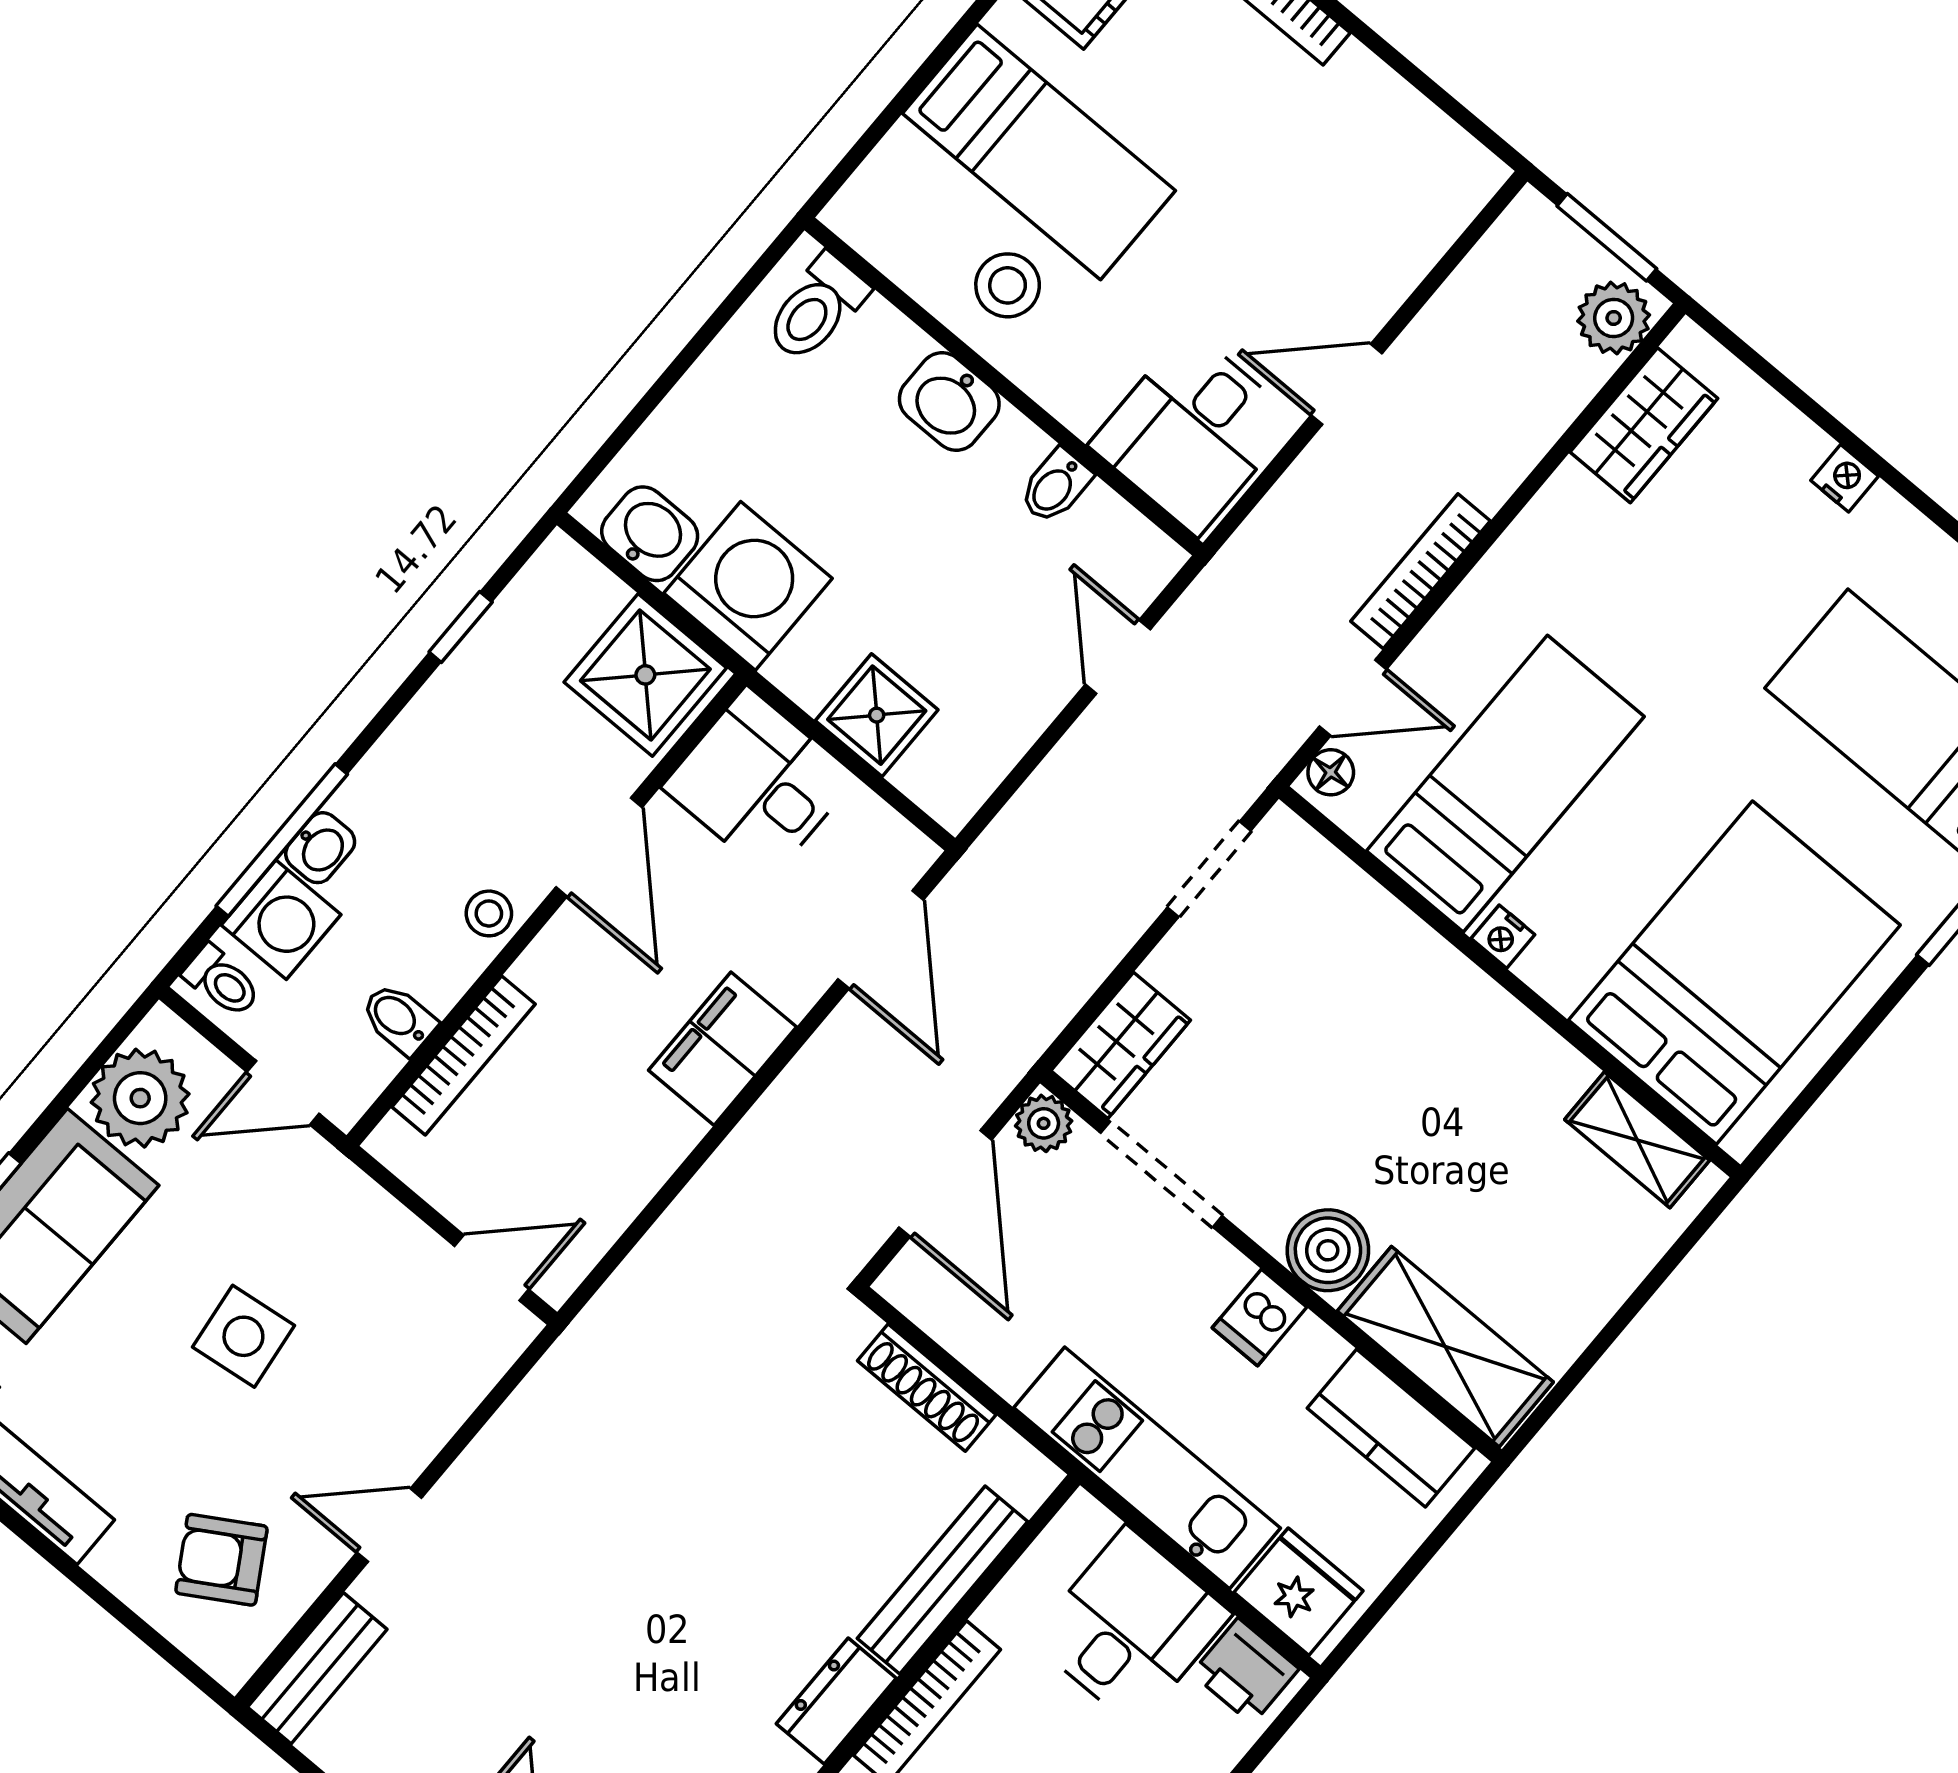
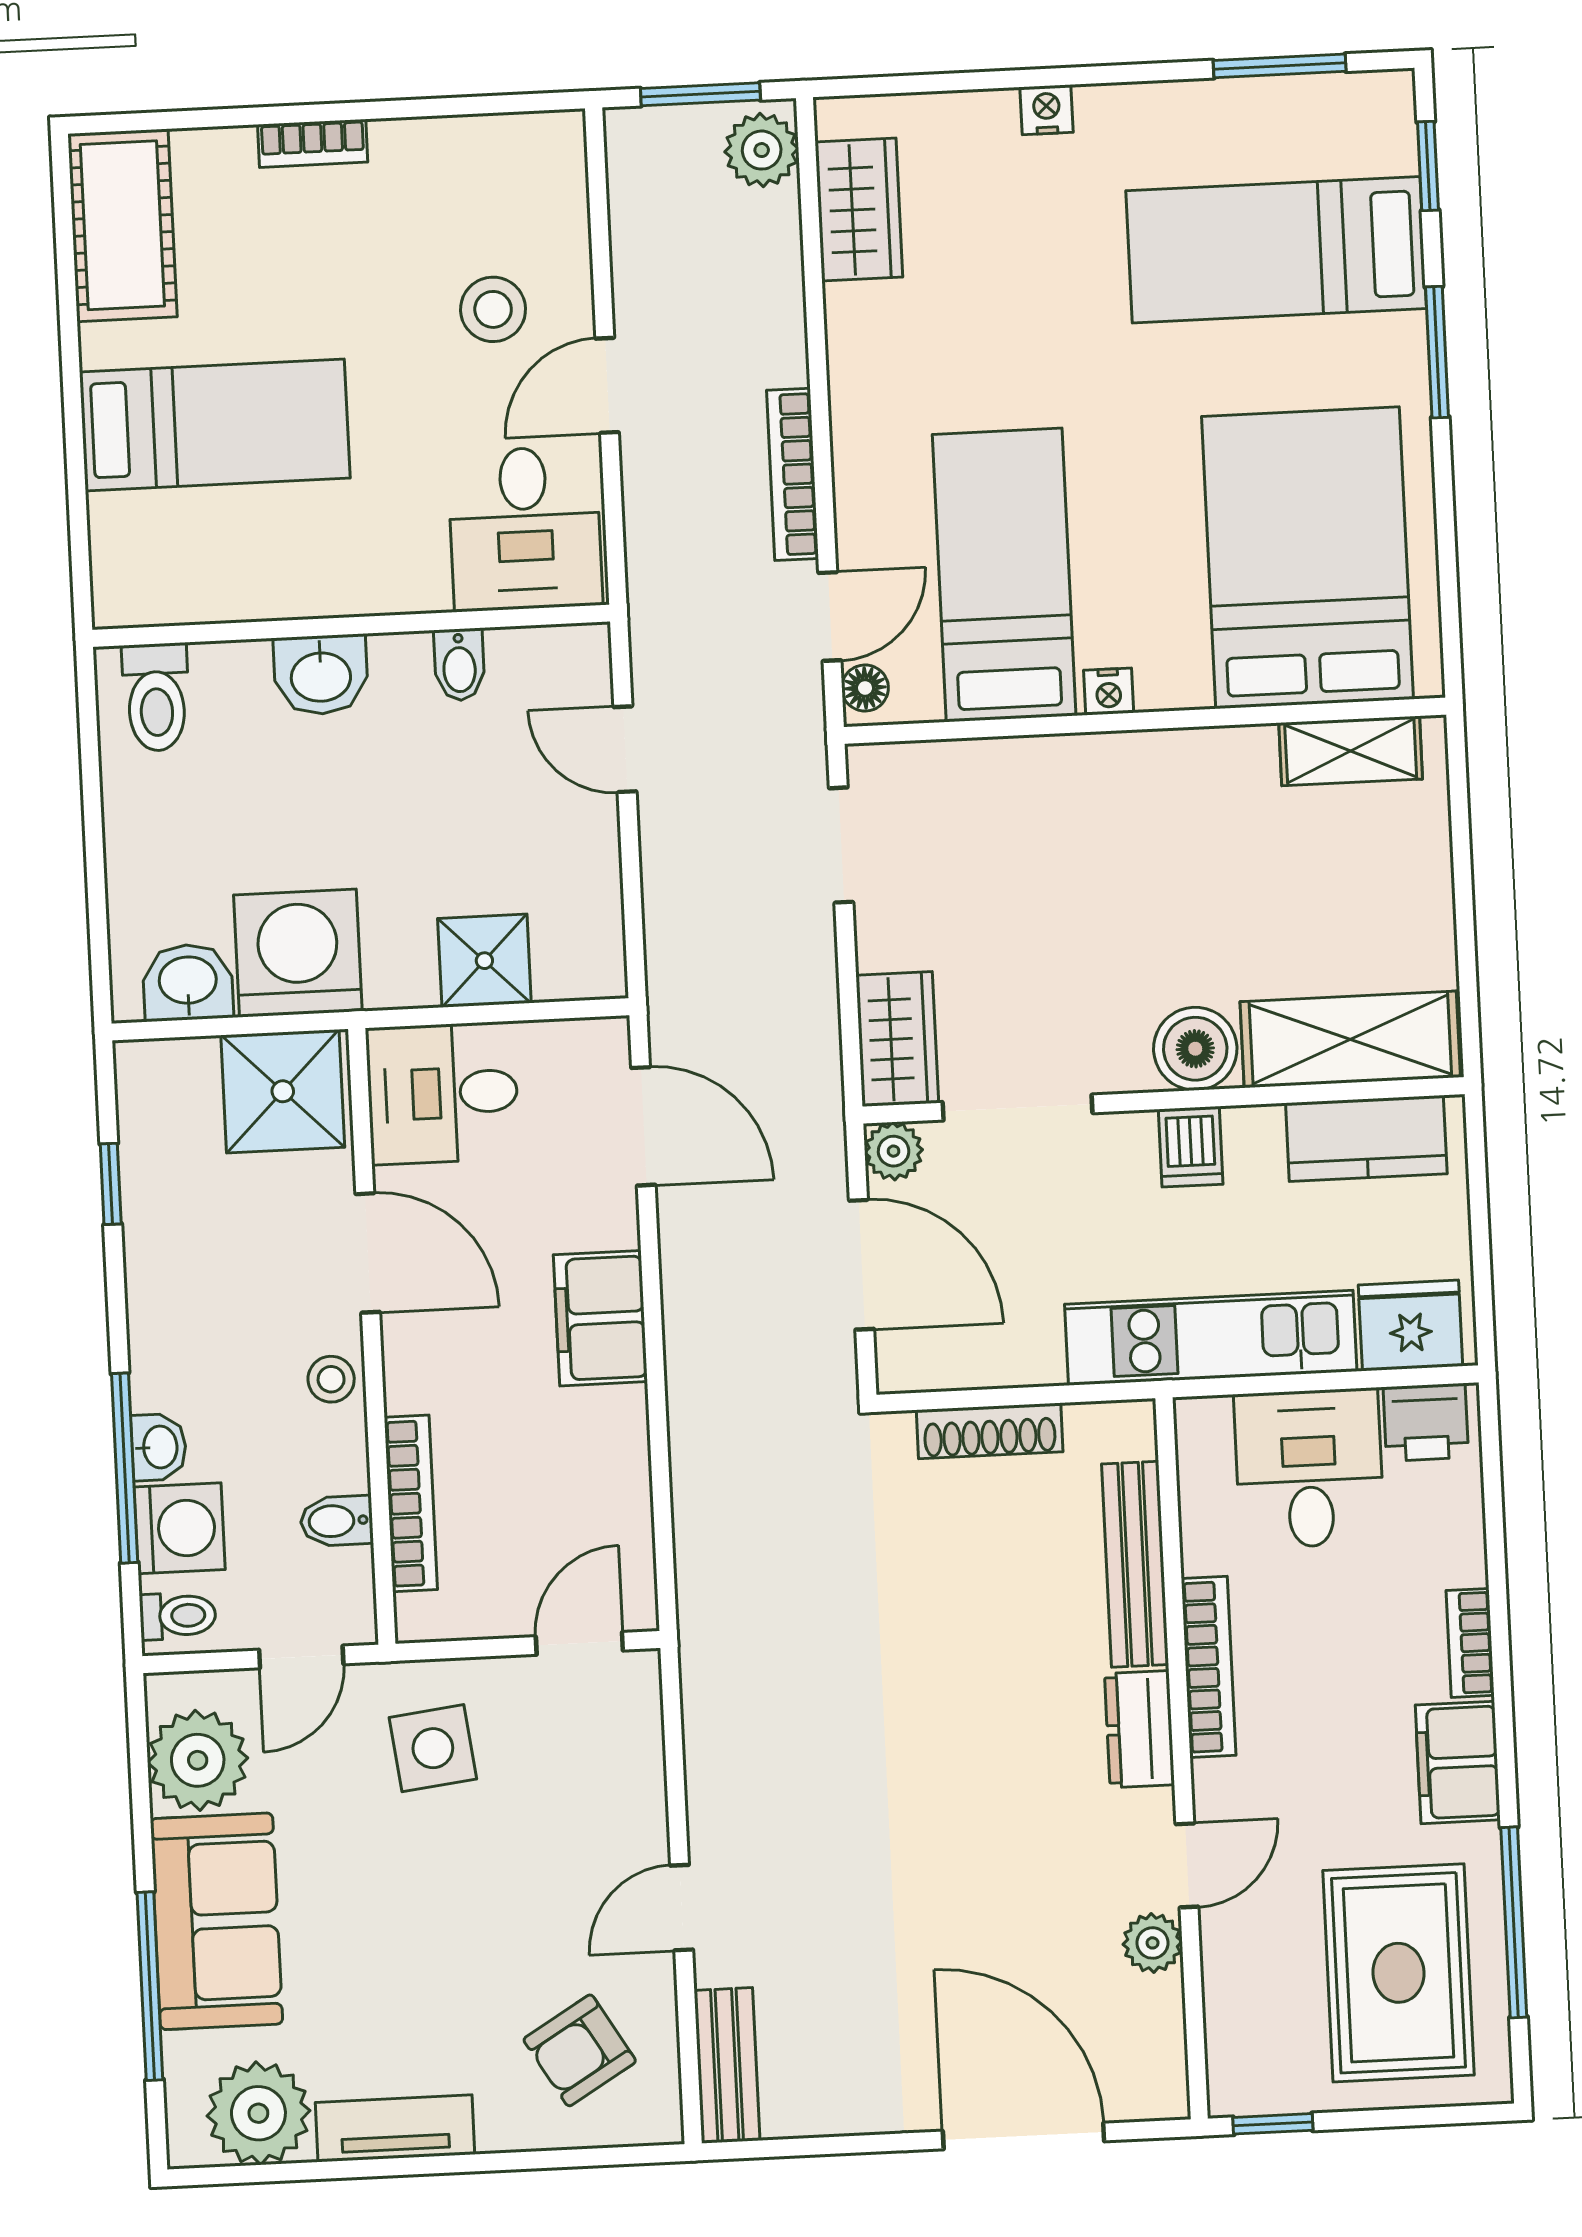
stool: (1008, 285) -> (493, 309), moved
side table: (243, 1336) -> (433, 1748), moved

